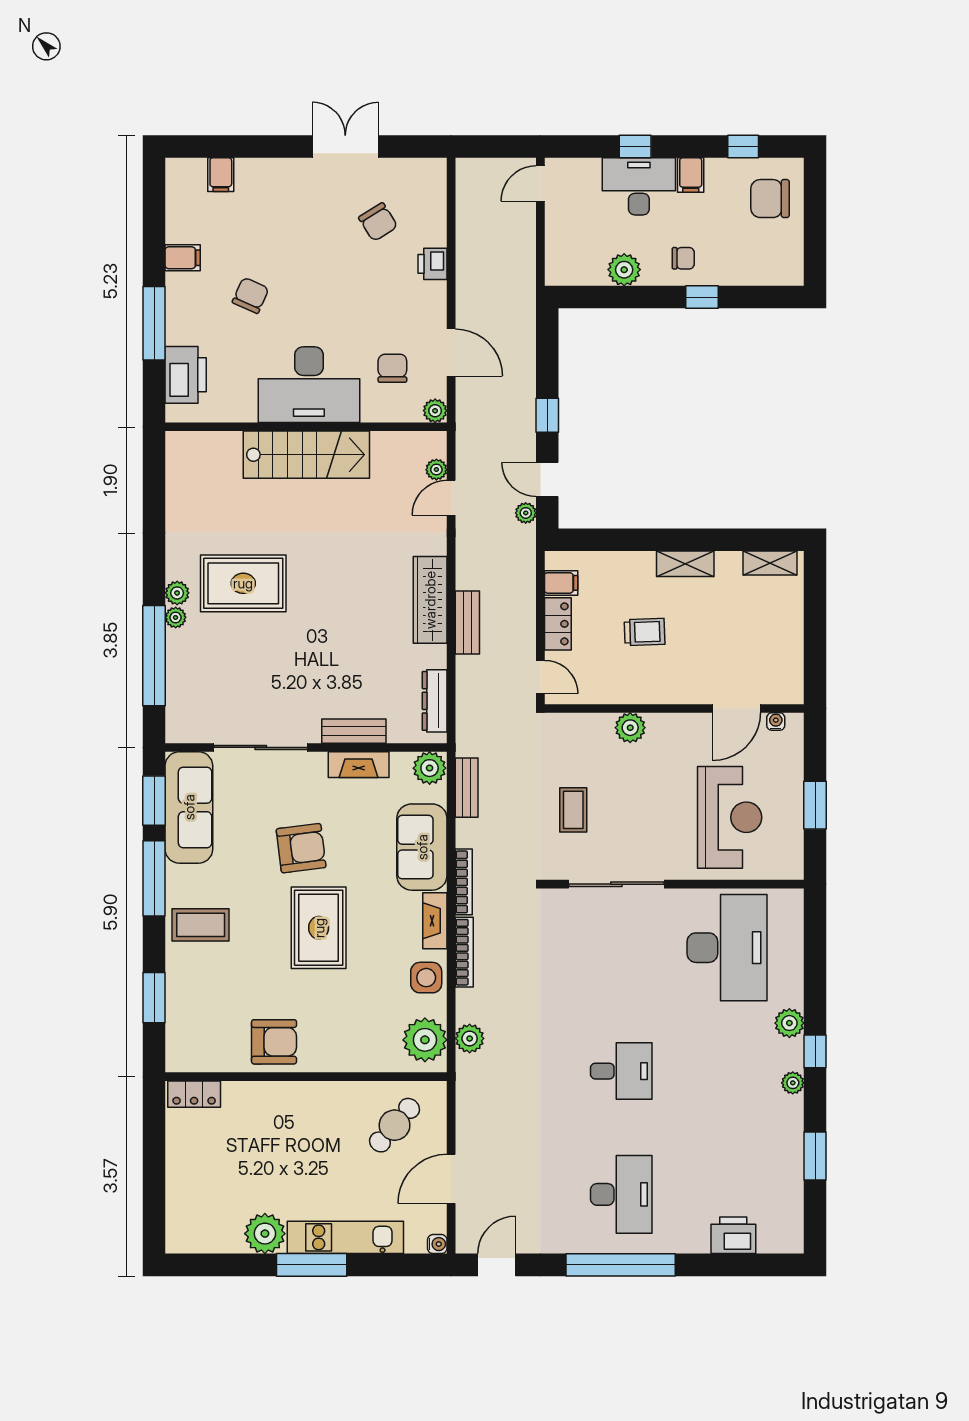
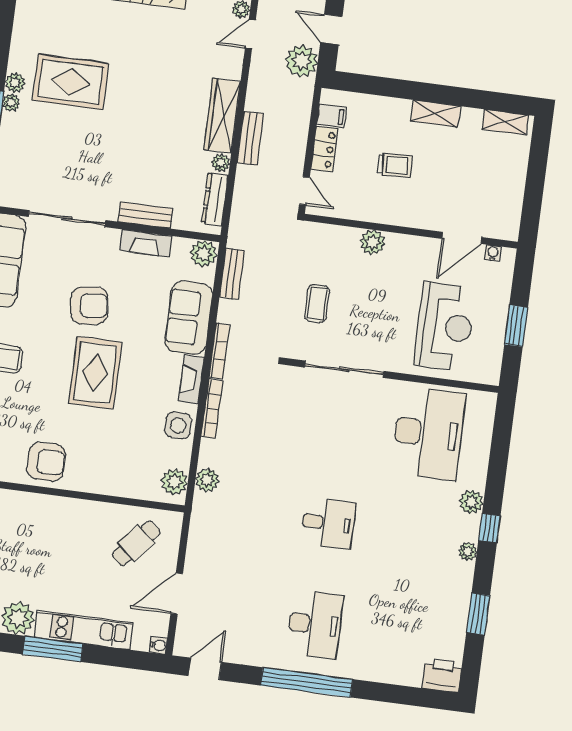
plant: (526, 513) -> (302, 61), width x1.88, depth x1.88
plant: (436, 657) -> (221, 163), added
plant: (425, 1040) -> (174, 482), width x0.73, depth x0.73
printer: (733, 1235) -> (442, 675), moved

